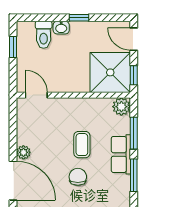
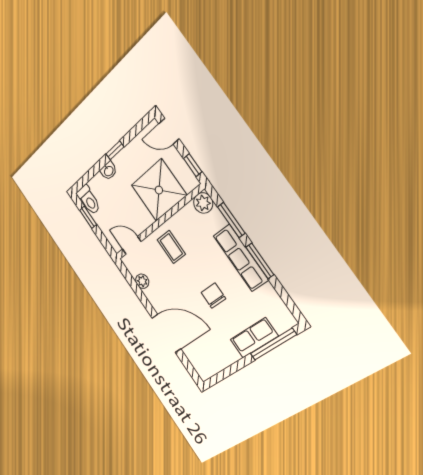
toilet: (44, 35) -> (89, 200), moved
shower: (110, 72) -> (159, 190), moved
coffee table: (82, 145) -> (171, 247), moved
plant: (23, 152) -> (142, 281), moved
row of seats: (121, 154) -> (241, 258), width x1.48

